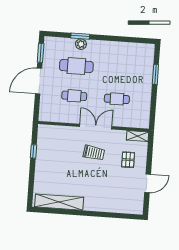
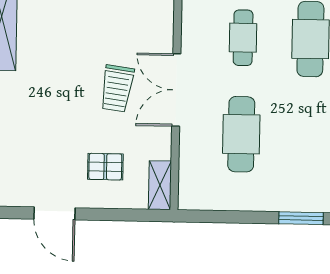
cafe table: (117, 99) -> (241, 134), width x1.37, depth x1.35
double door: (96, 127) -> (176, 90), swing flipped

